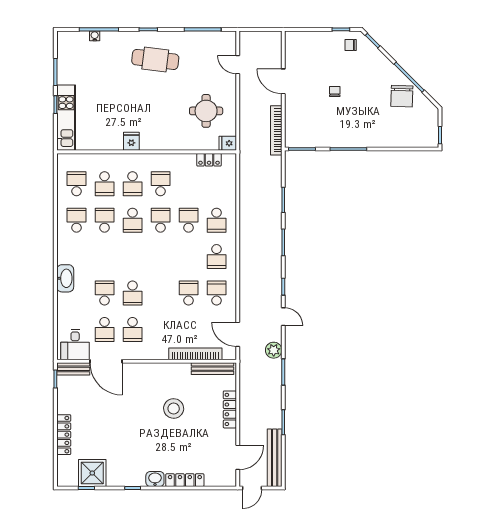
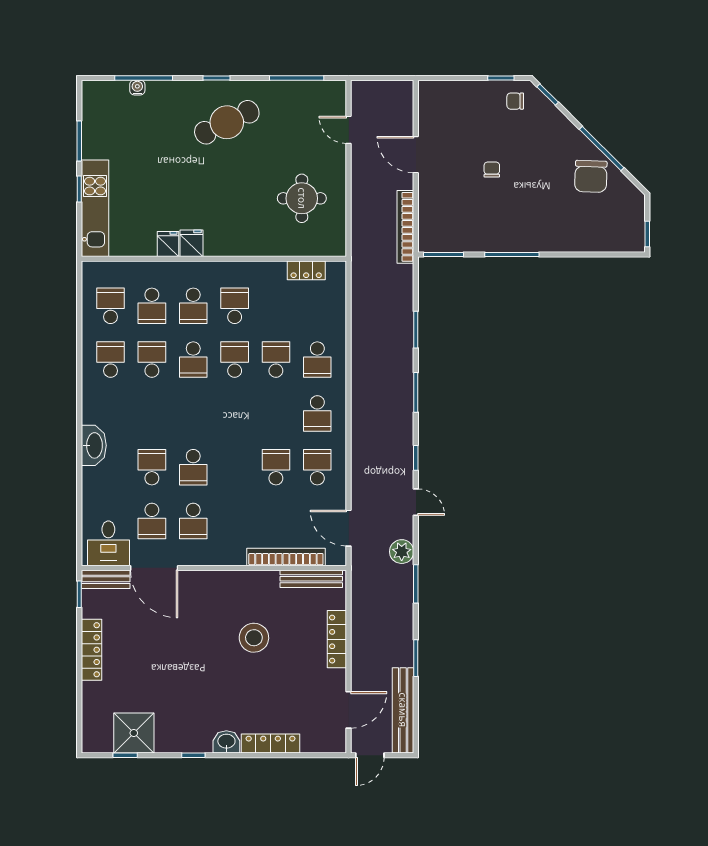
cafe table: (155, 59) -> (227, 122), turned -33
fridge: (228, 143) -> (168, 244), moved, turned 90
locker: (64, 435) -> (92, 650), moved

